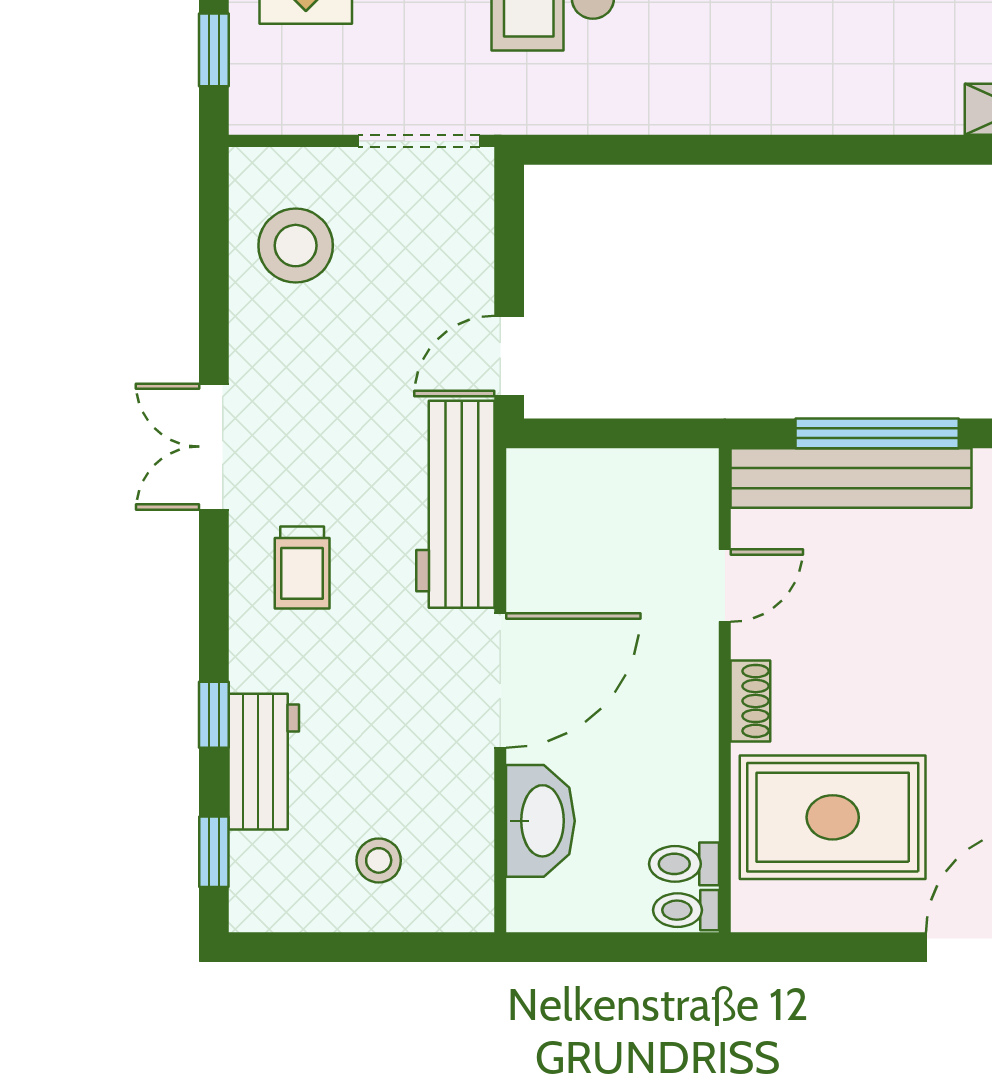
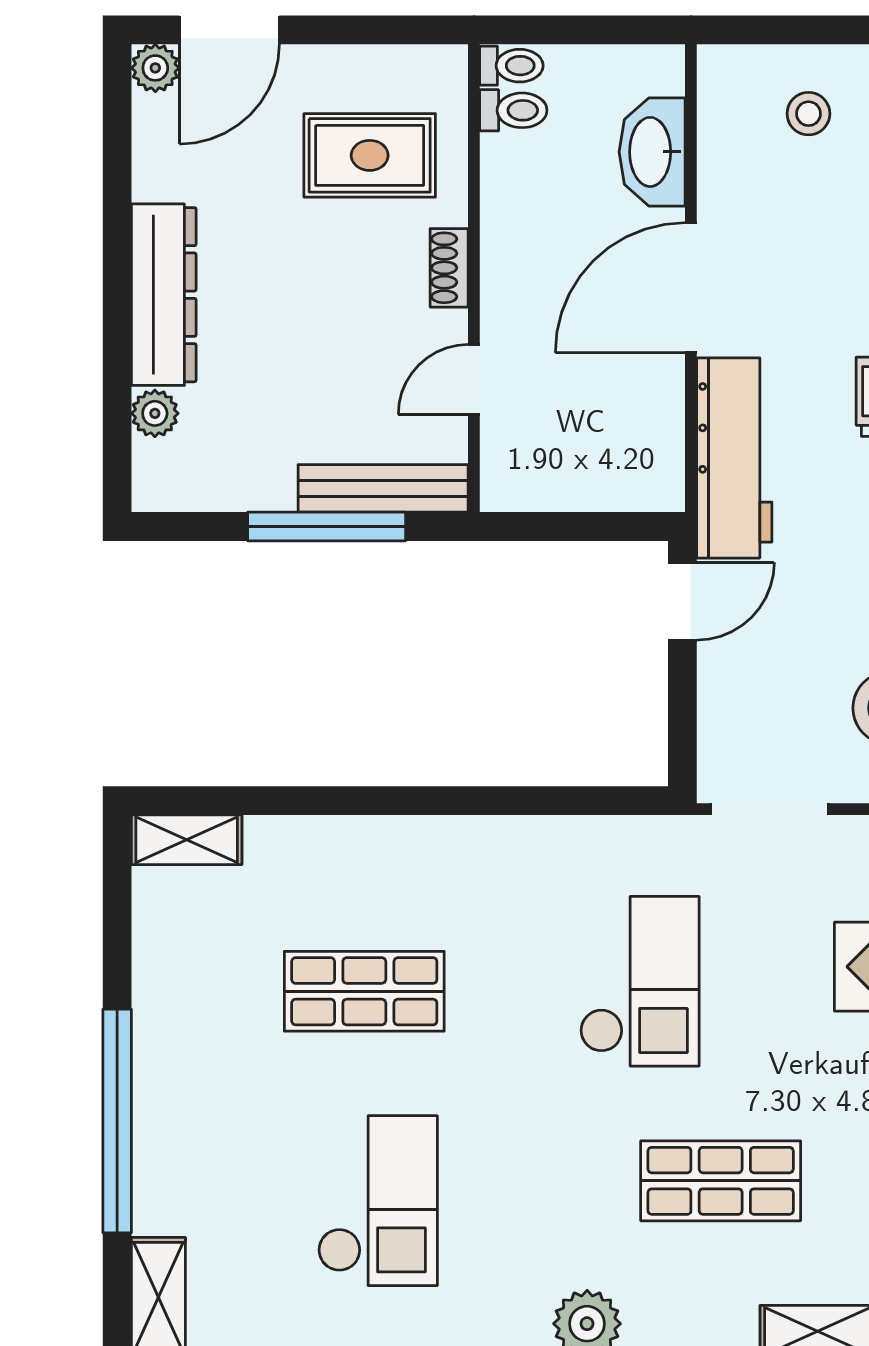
bench: (851, 478) -> (383, 488), width x0.73, depth x0.82
rug: (833, 817) -> (370, 155), width x0.73, depth x0.70

